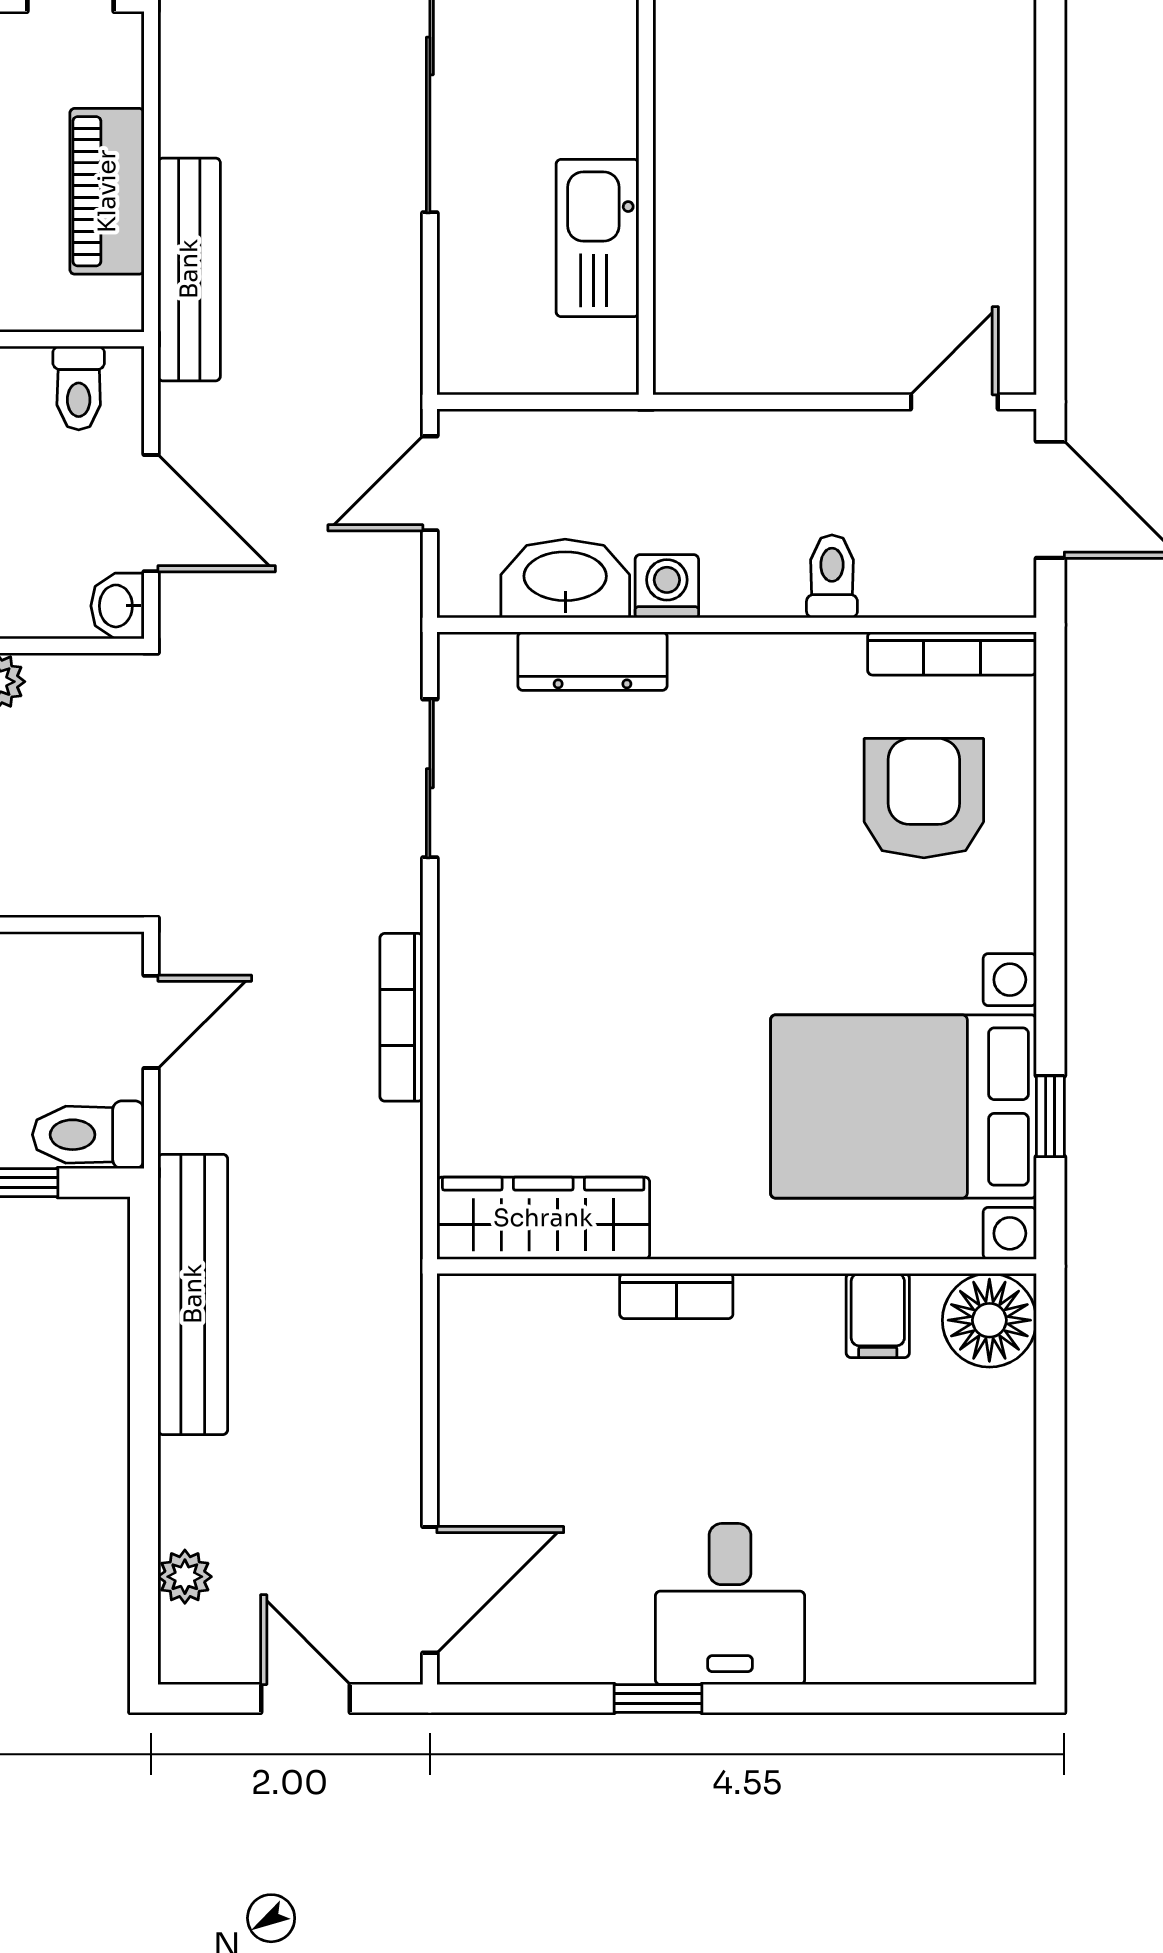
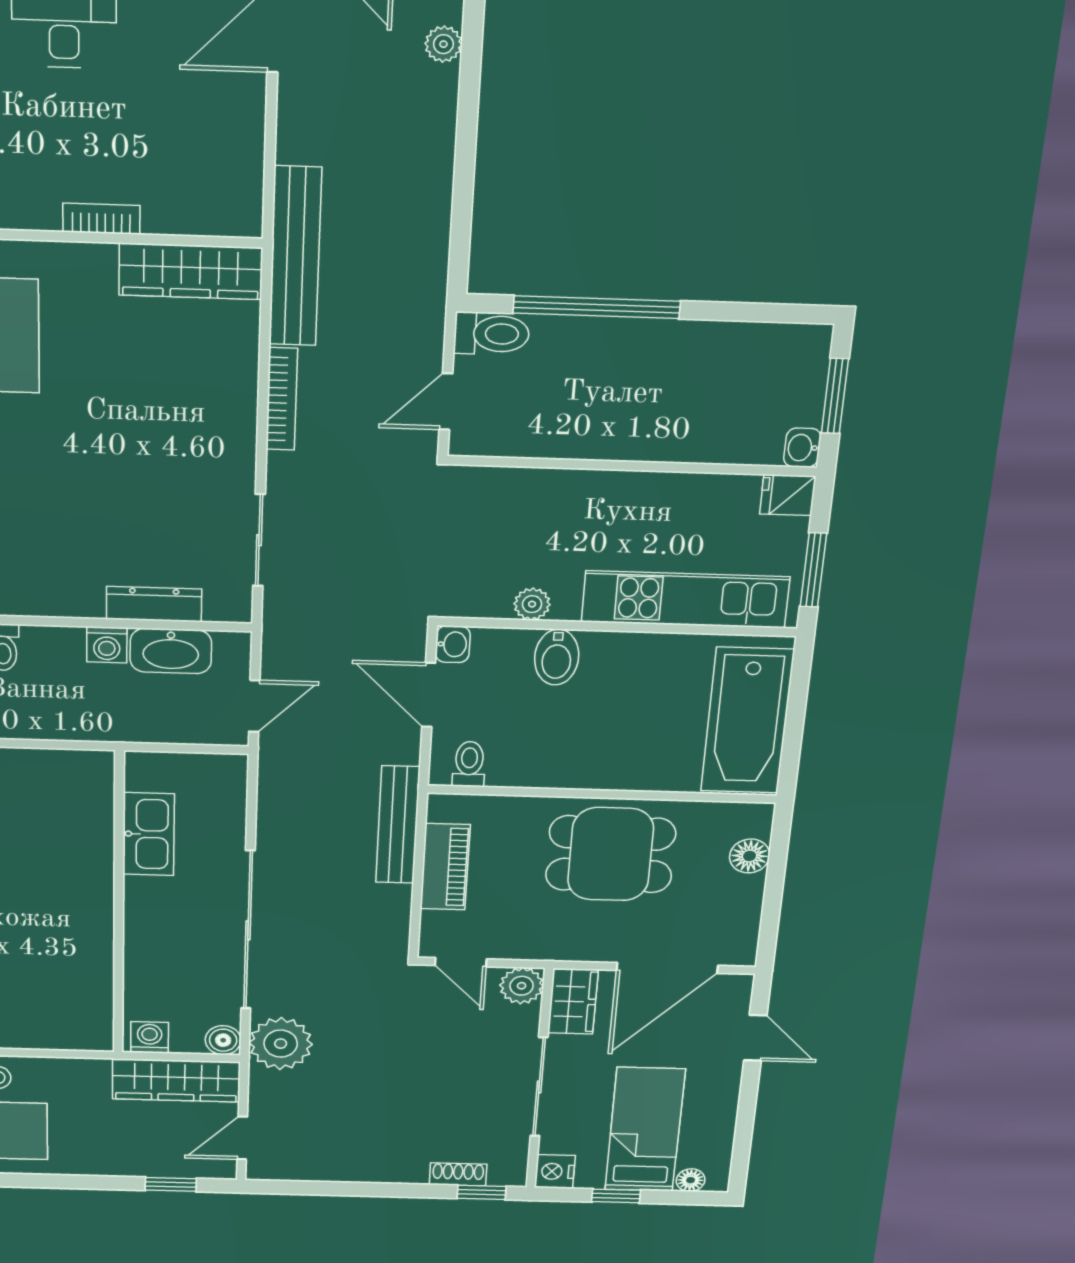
bench: (193, 1294) -> (295, 257), moved

